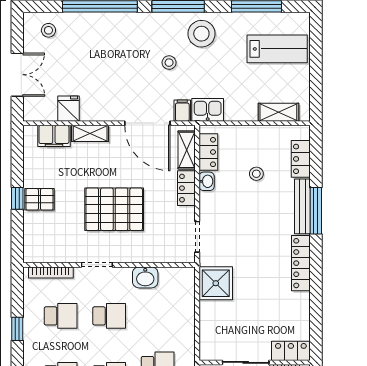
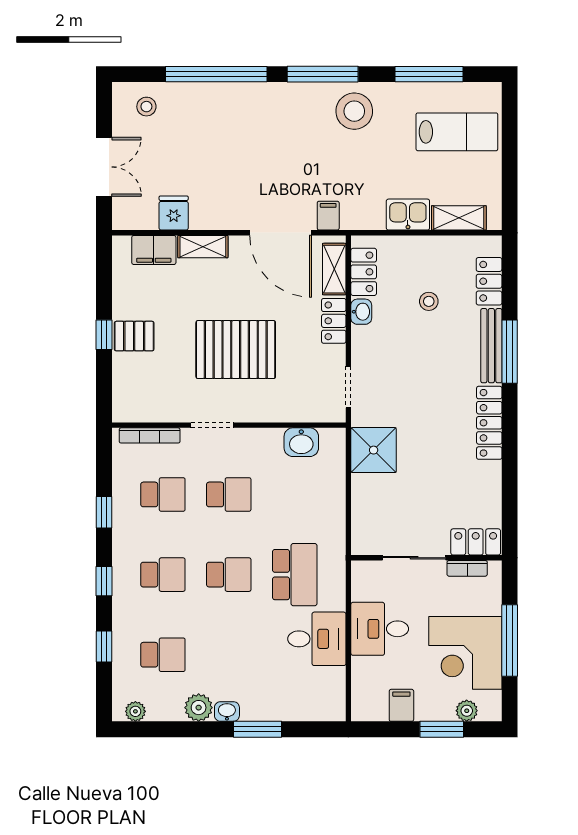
stool: (169, 63) -> (310, 150), removed
kitchen sink: (208, 110) -> (408, 215), moved
washbasin: (145, 277) -> (301, 442), moved

